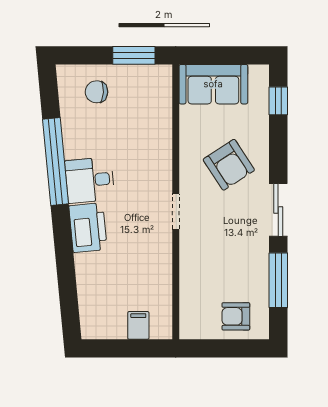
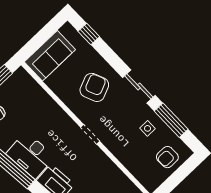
armchair: (229, 165) -> (94, 87), turned -80
desk: (90, 180) -> (30, 155), width x1.37
side table: (244, 265) -> (148, 128), added

